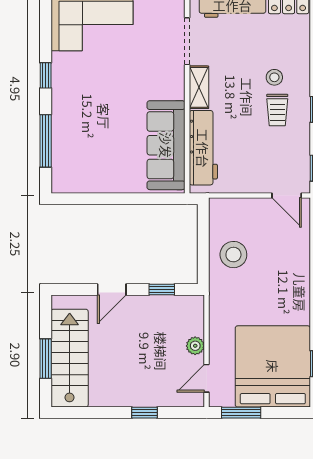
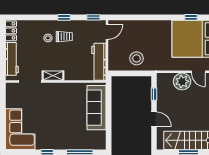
sofa: (166, 145) -> (96, 108), moved, turned 90
workbench: (203, 148) -> (99, 62), moved, turned -90
plant: (195, 346) -> (182, 81), width x1.88, depth x1.88

